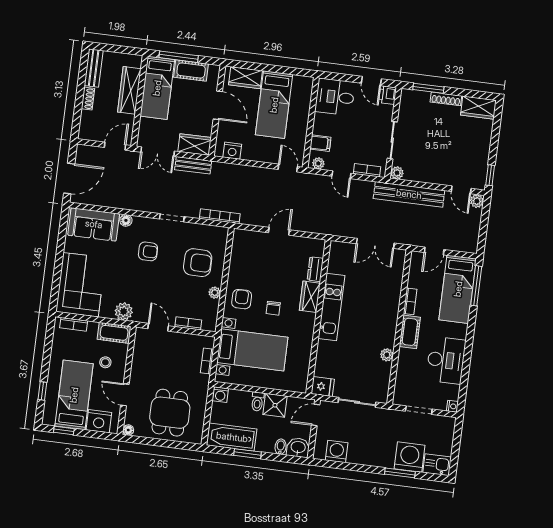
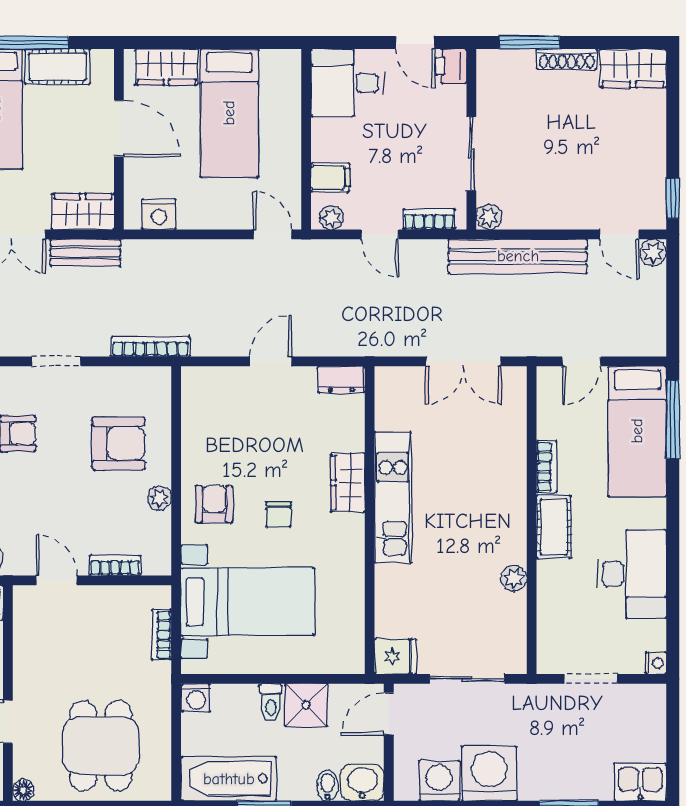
dresser: (315, 269) -> (341, 379), moved, turned -90
washing machine: (410, 457) -> (489, 774), moved

